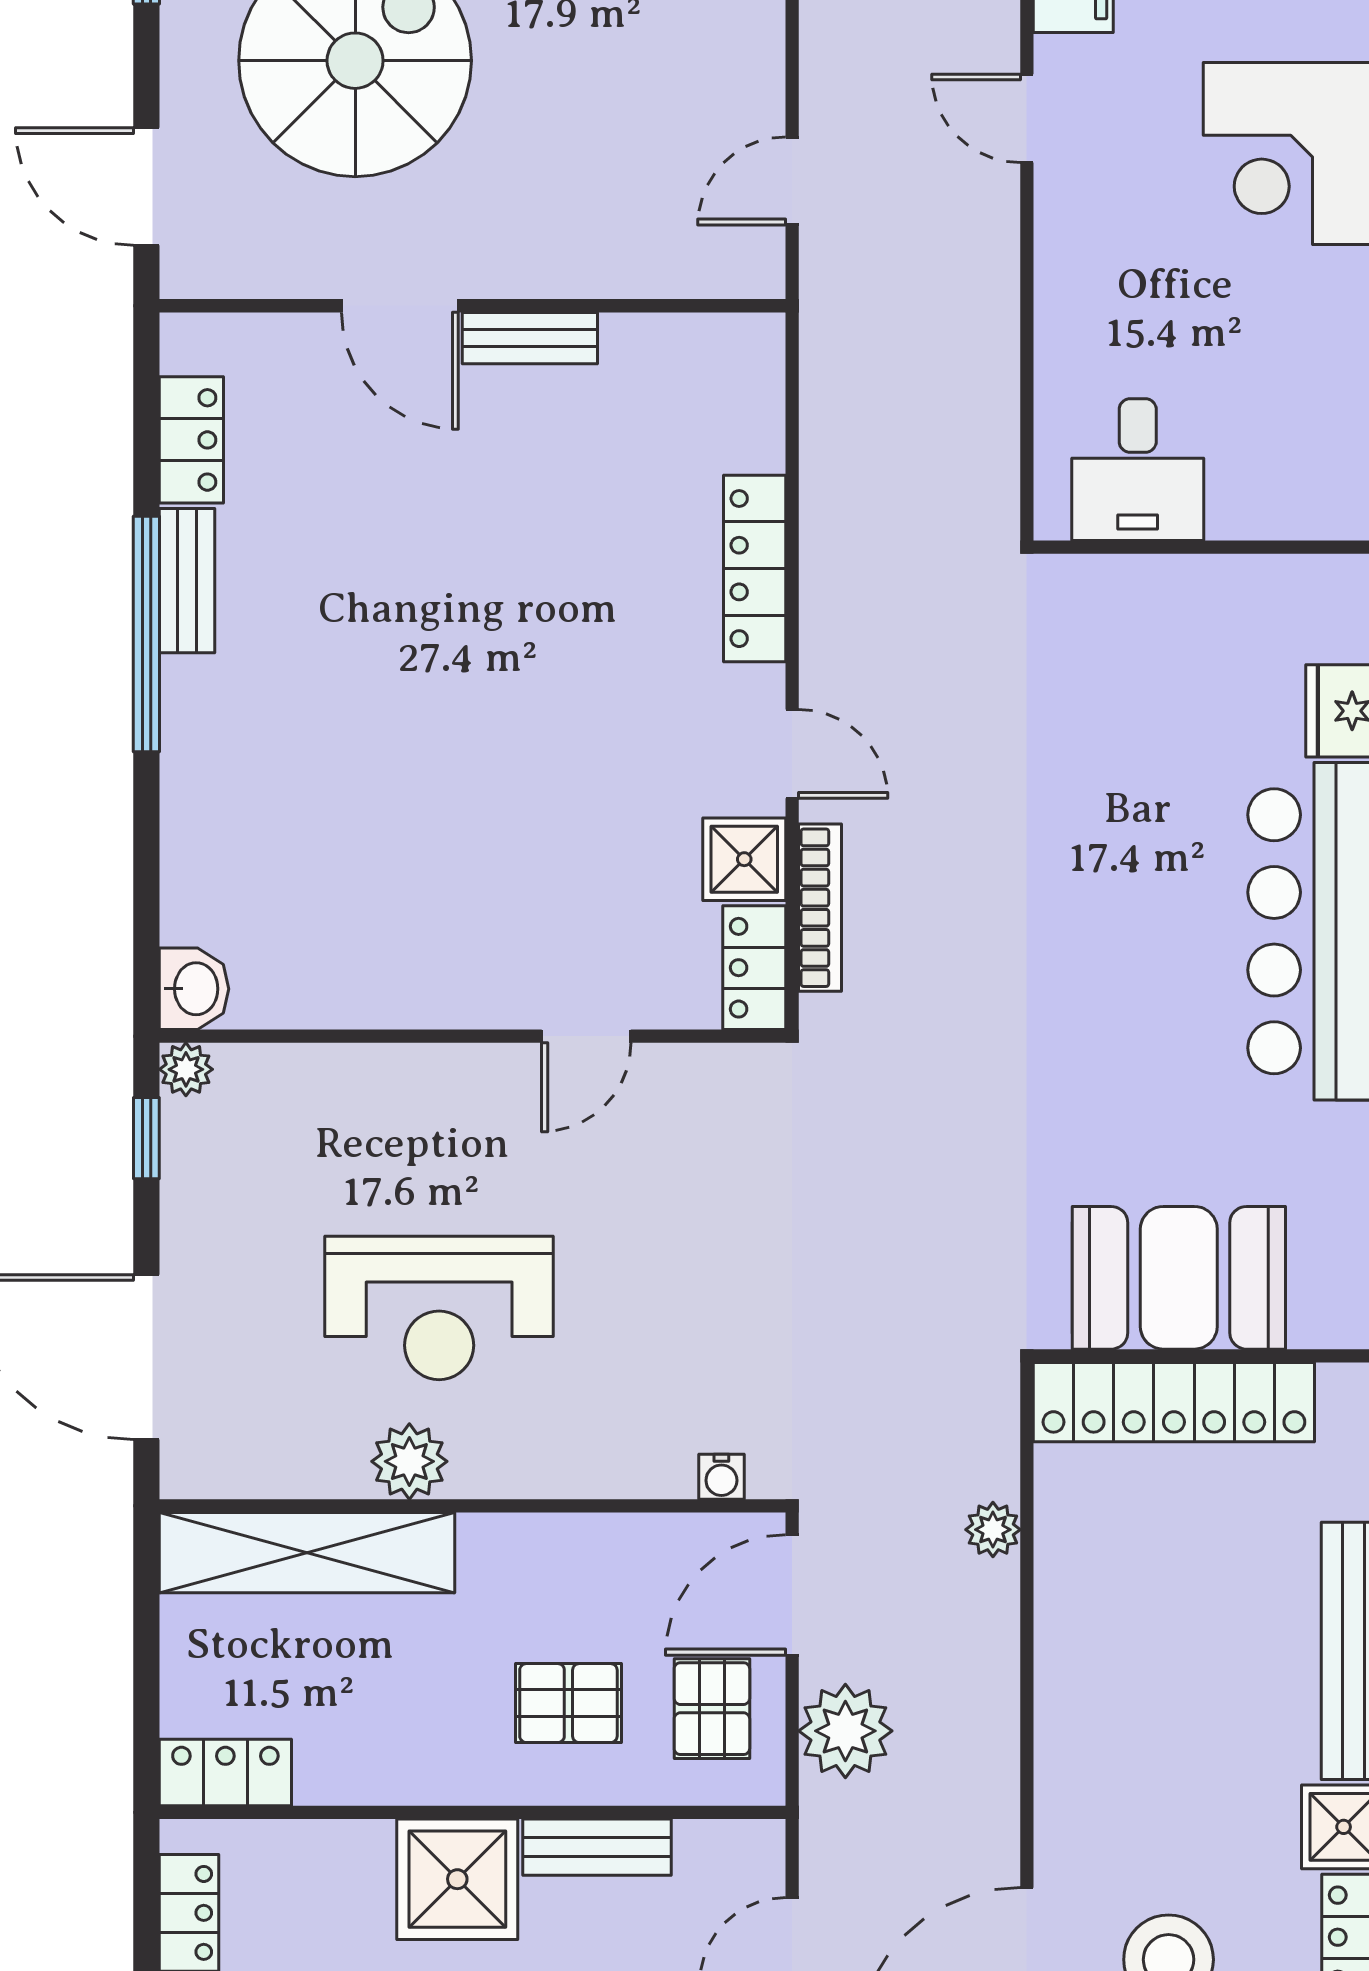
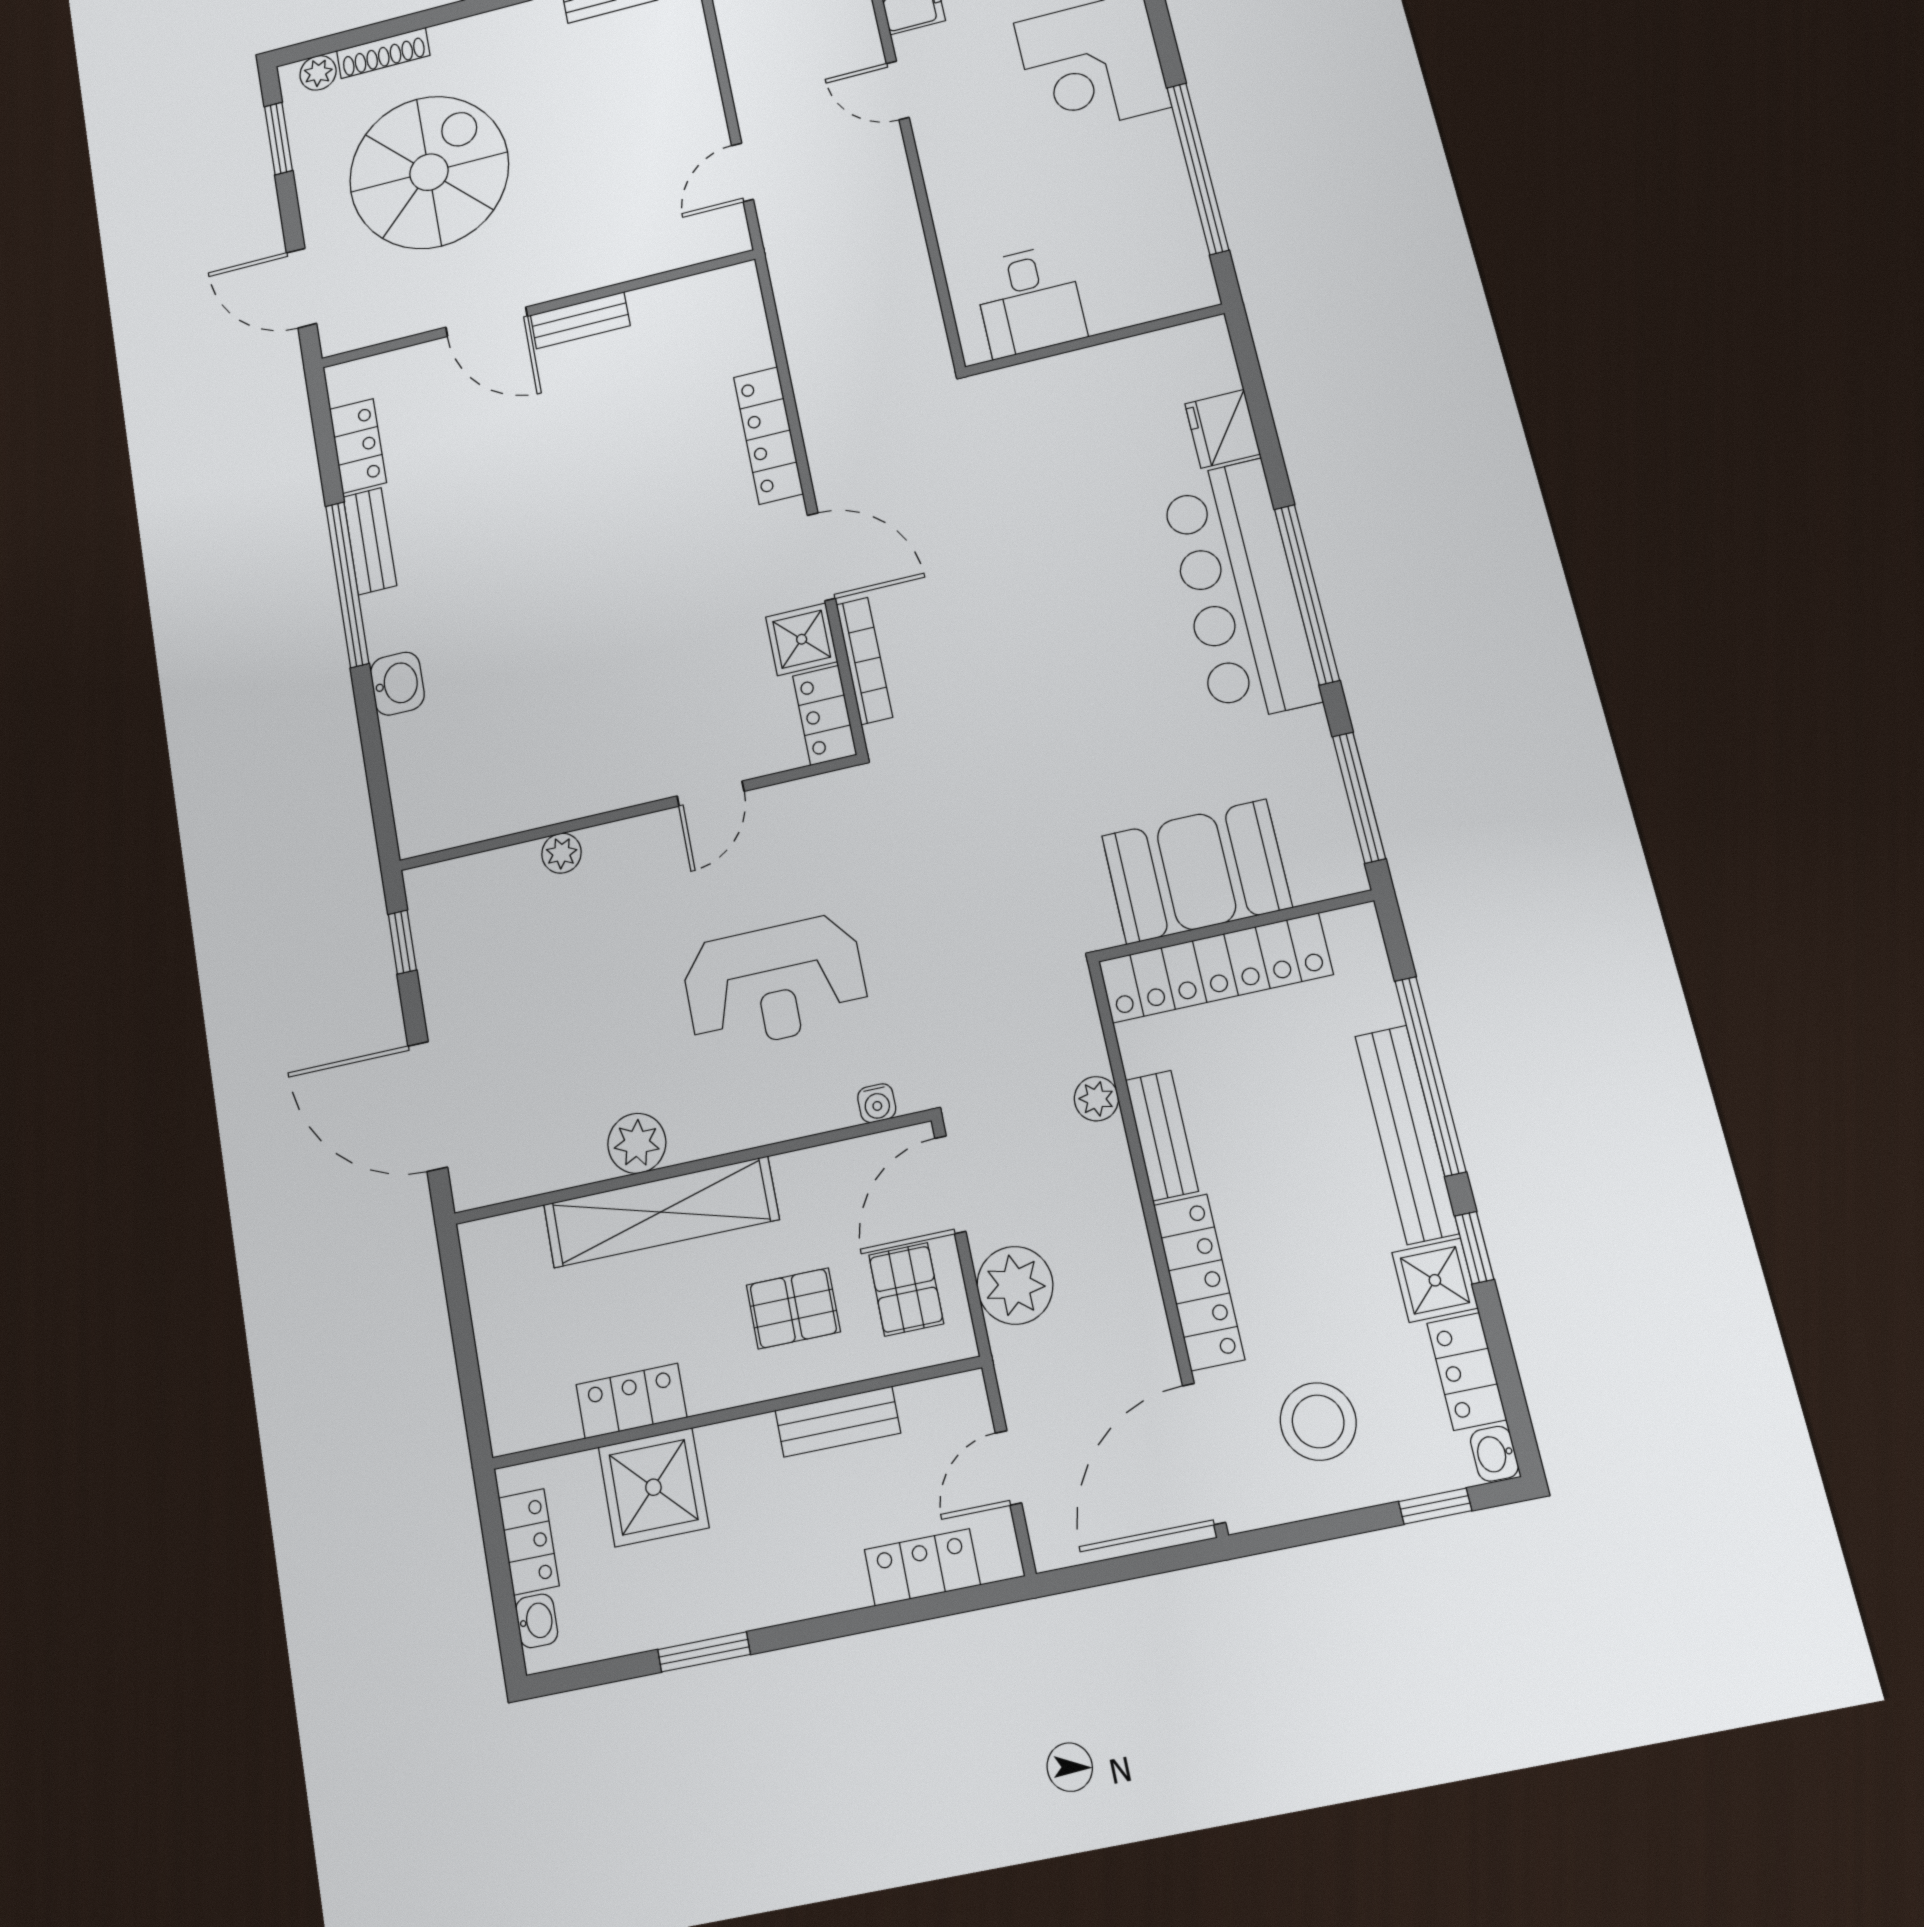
door: (792, 754) -> (821, 557), width x1.38
washbasin: (194, 989) -> (397, 684), moved
plant: (186, 1069) -> (561, 853), moved
reception desk: (439, 1308) -> (775, 983), moved
shelving: (307, 1553) -> (661, 1212), moved
bench: (1062, 1590) -> (1162, 1135), added
locker: (225, 1772) -> (631, 1401), moved
locker: (1067, 1772) -> (1199, 1282), added
shower: (457, 1879) -> (653, 1487), moved

